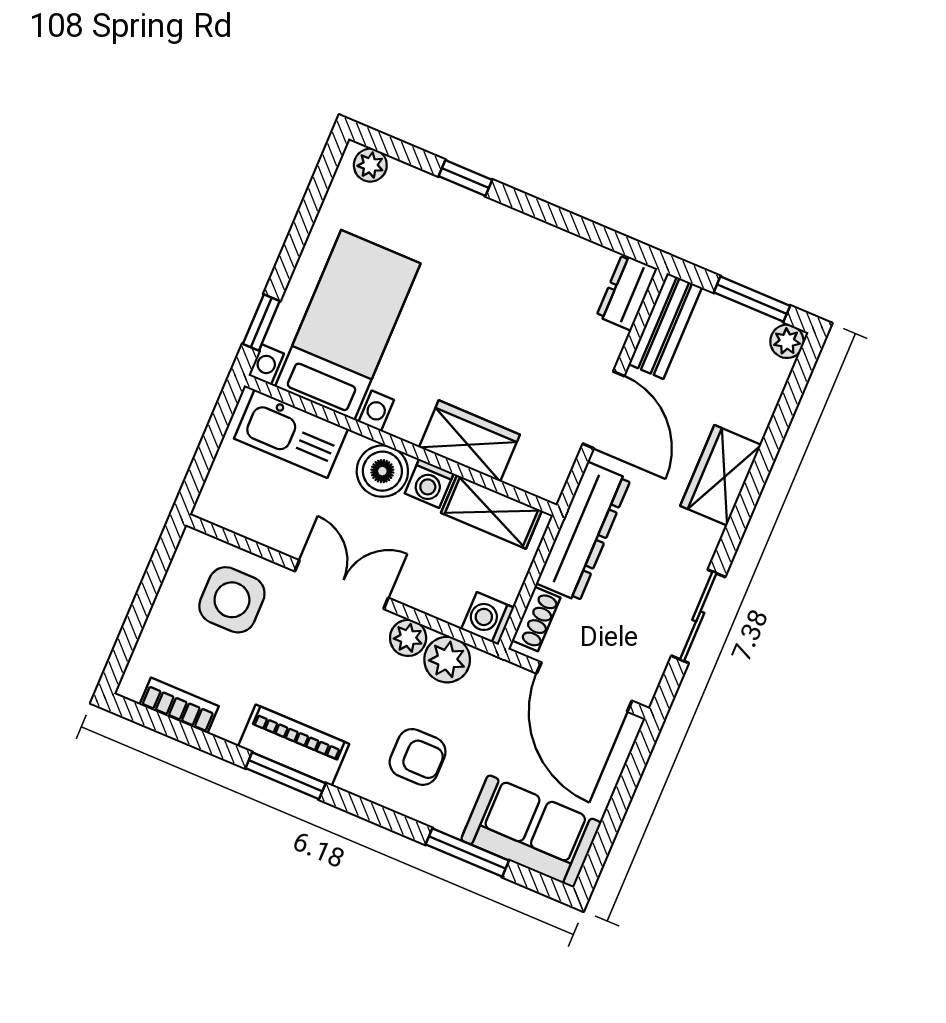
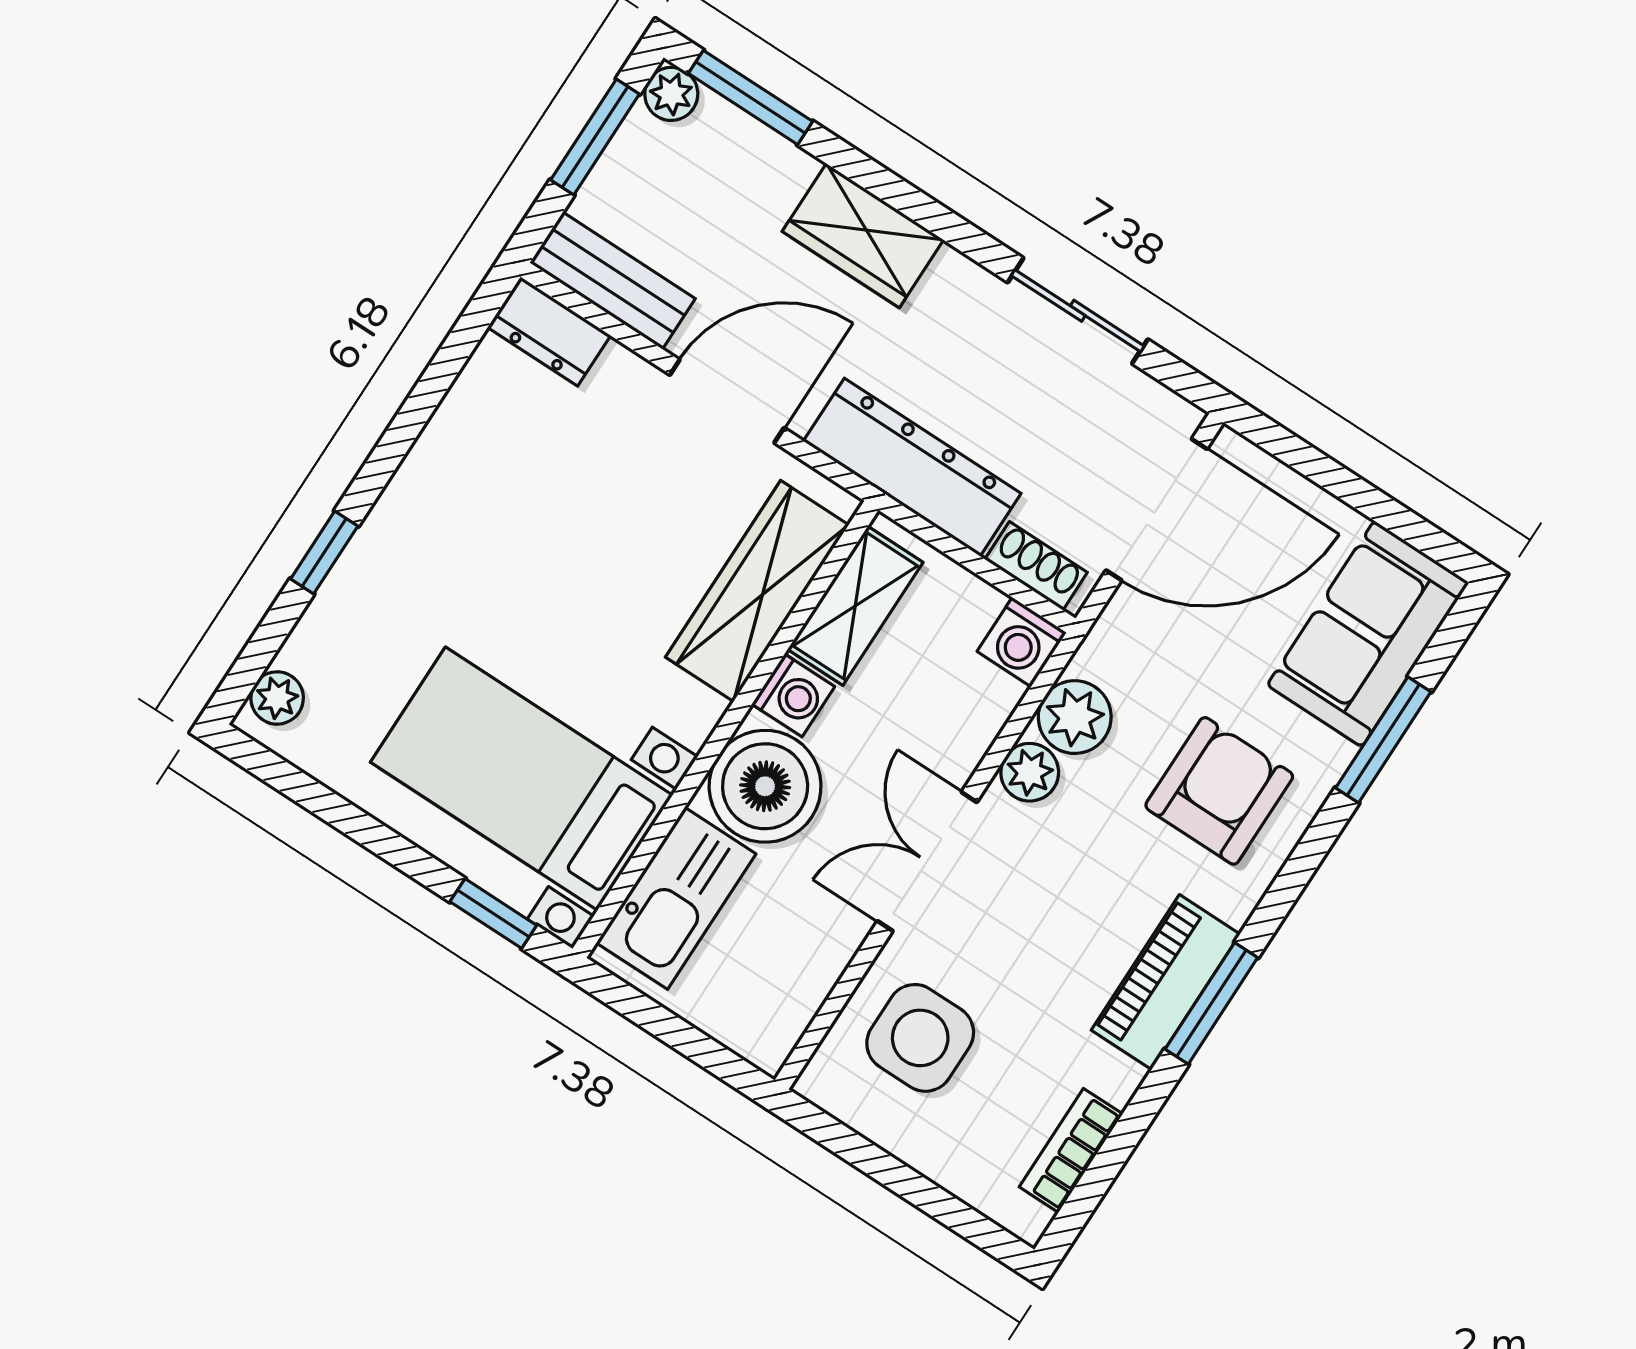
window: (794, 391) -> (750, 97), added
wardrobe: (469, 441) -> (757, 591), width x1.50
boiler: (382, 471) -> (765, 786), width x1.37, depth x1.37
armchair: (418, 757) -> (1219, 791), width x1.38, depth x1.38

